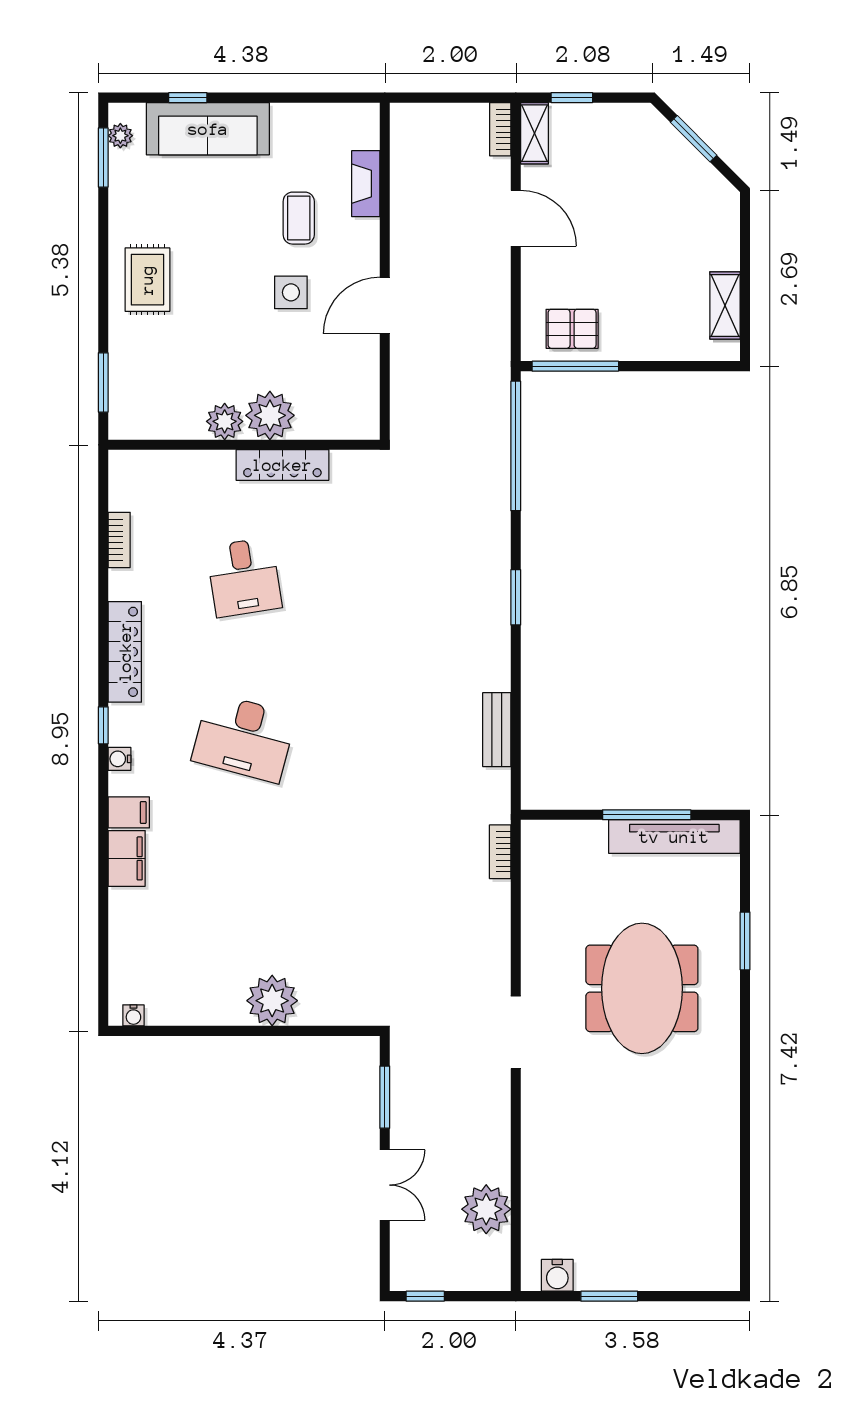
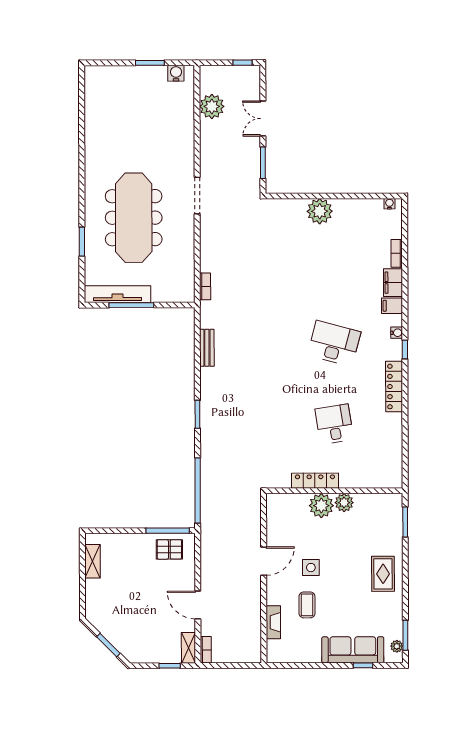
bookcase: (119, 540) -> (397, 253), moved
meeting table: (642, 988) -> (134, 218), width x1.36

